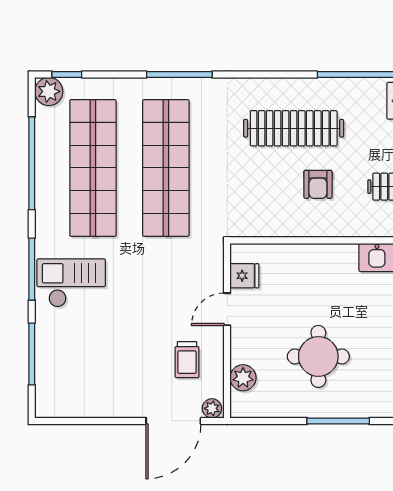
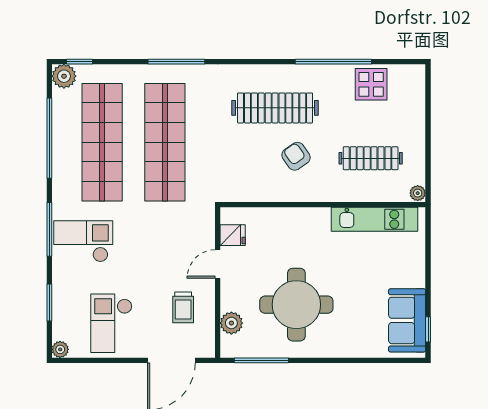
armchair: (318, 184) -> (296, 156), turned 145
window: (32, 354) -> (49, 303), width x0.69
round table: (318, 356) -> (296, 305), width x1.36, depth x1.36
checkout: (104, 378) -> (111, 323), added
plant: (212, 408) -> (60, 349), moved
window: (338, 421) -> (261, 360), moved

